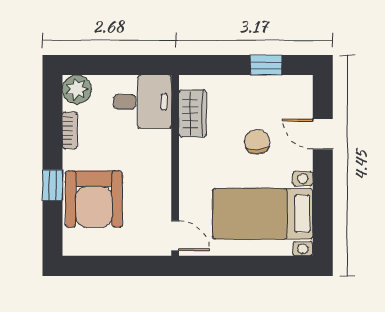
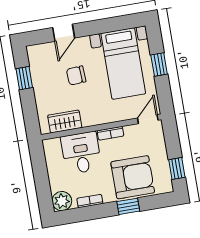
desk: (143, 102) -> (81, 153), moved
bookcase: (164, 177) -> (110, 133), added
window: (96, 266) -> (177, 168), added
window: (252, 266) -> (159, 64), added

